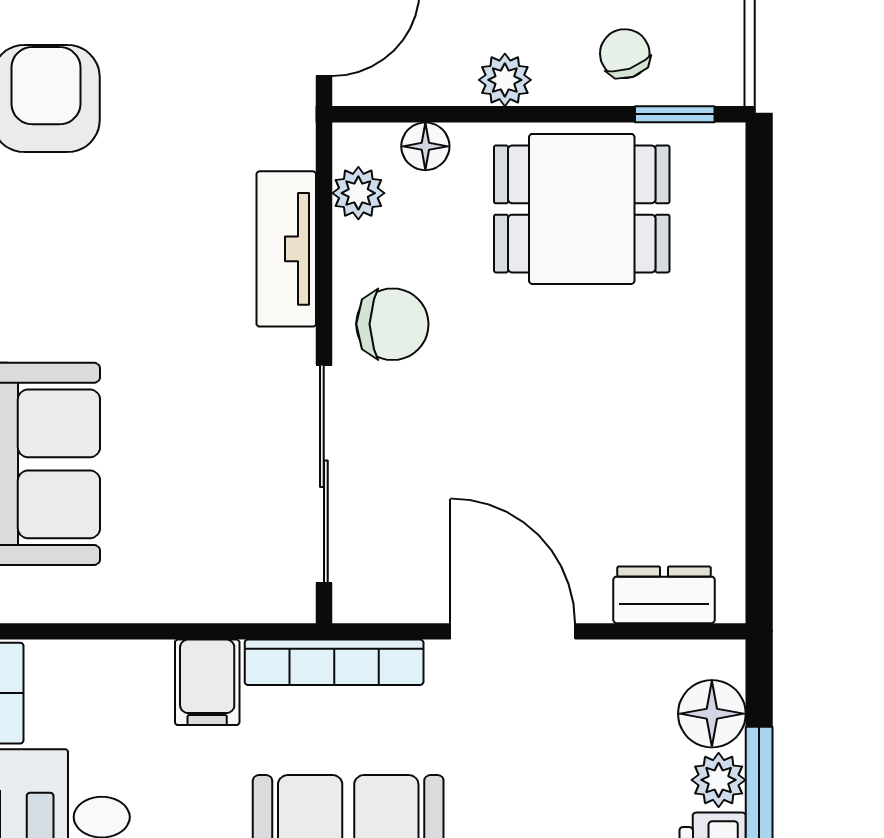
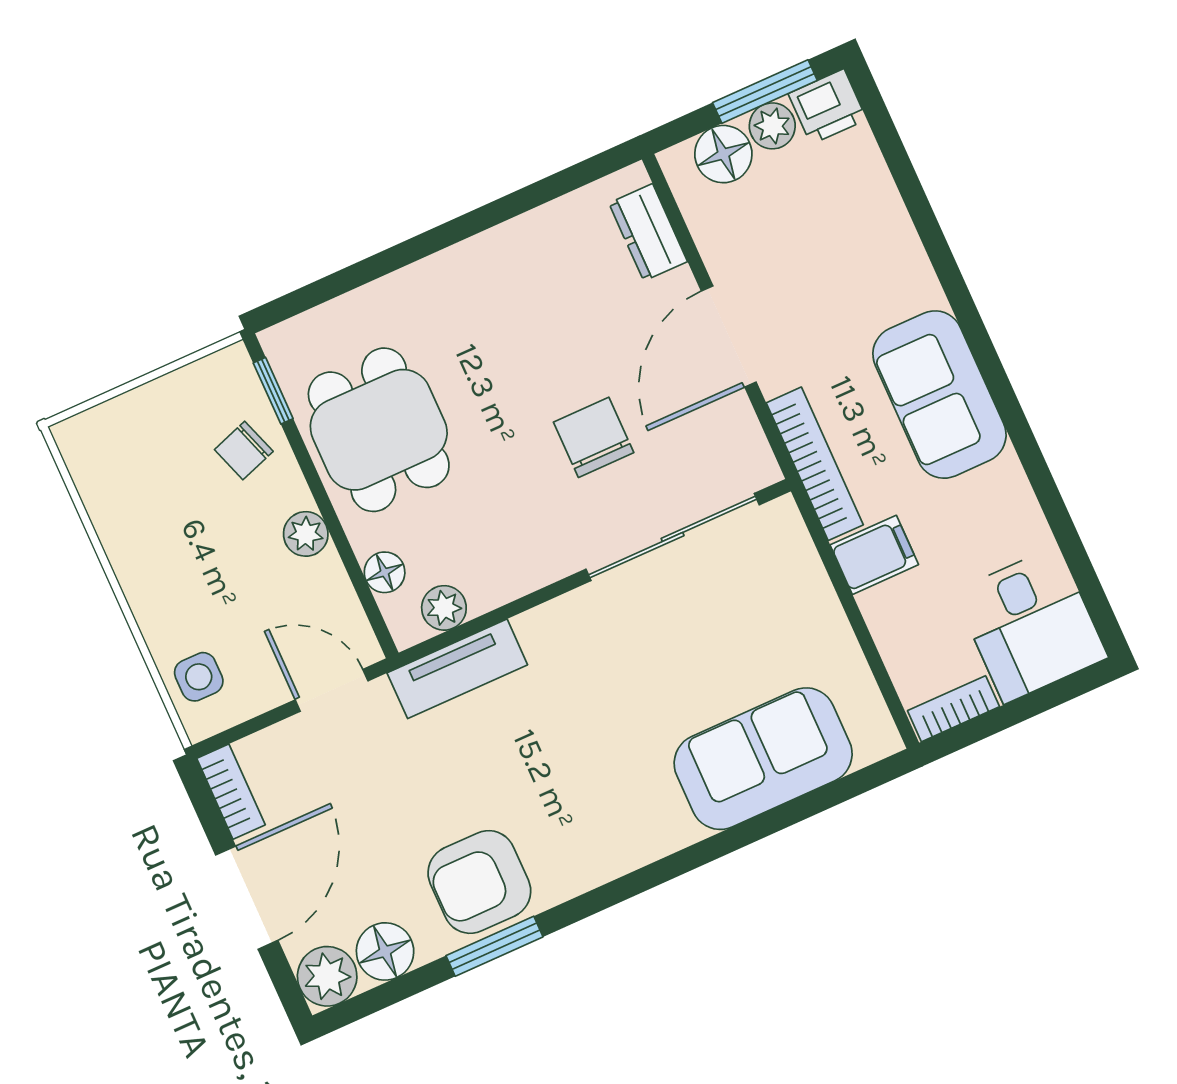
tv unit: (286, 249) -> (457, 669), moved
chair: (392, 324) -> (594, 437), moved

